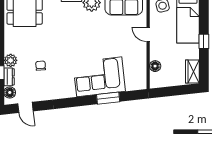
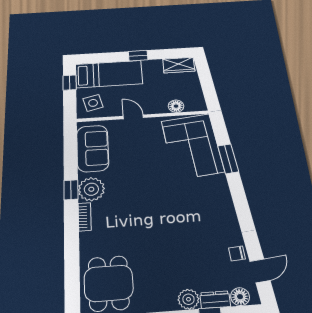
door: (148, 34) -> (133, 117), swing flipped
chair: (41, 66) -> (237, 253), moved
corner sofa: (99, 77) -> (192, 146), moved

